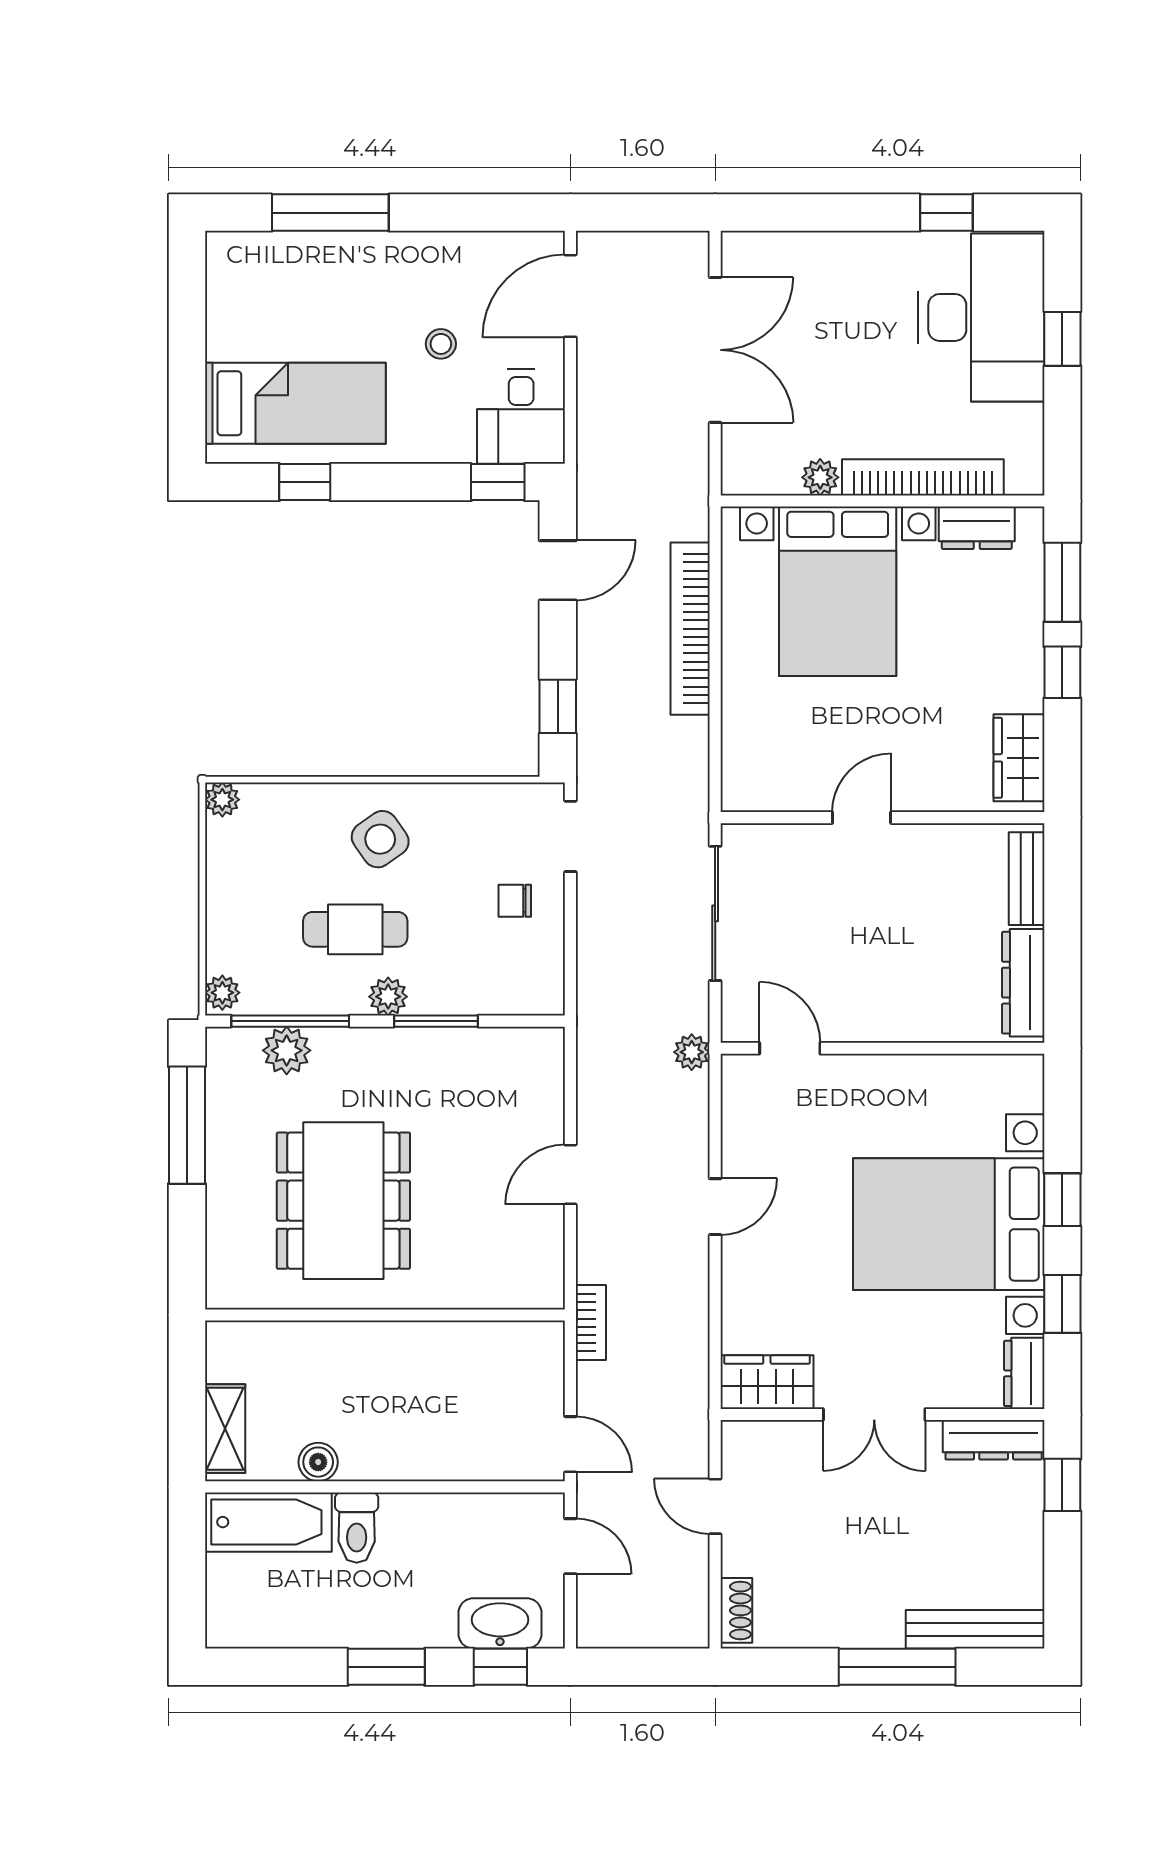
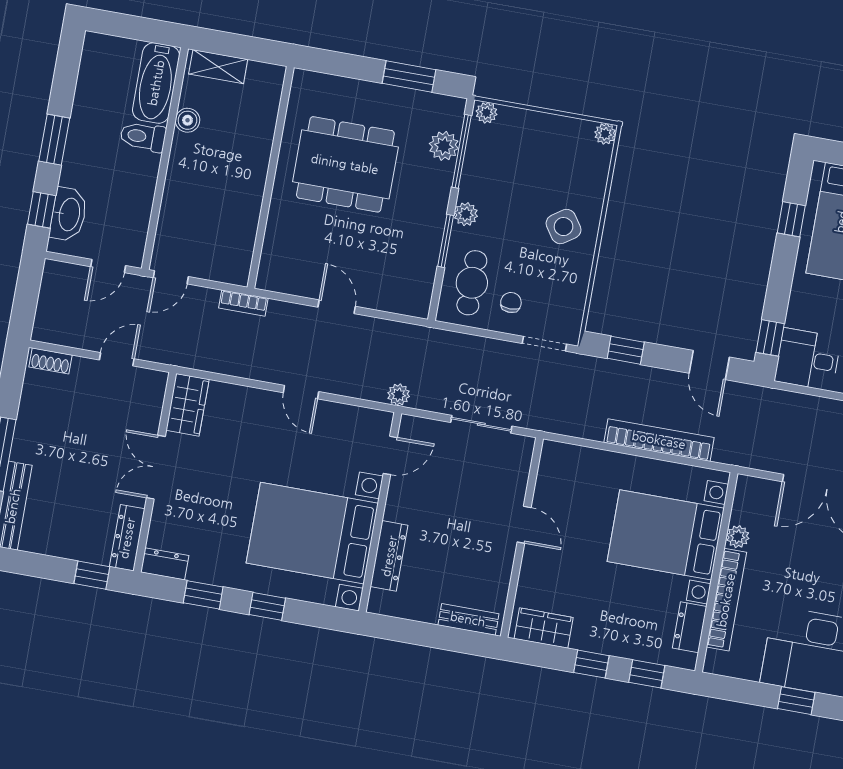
window: (1062, 582) -> (647, 674), width x0.67
sliding door: (715, 913) -> (481, 424), width x0.73
cafe table: (355, 929) -> (472, 283), moved
dresser: (1023, 983) -> (389, 556), moved, turned 90
window: (187, 1125) -> (409, 76), width x0.69
bed with nightstands: (949, 1224) -> (312, 533), moved, turned -90

